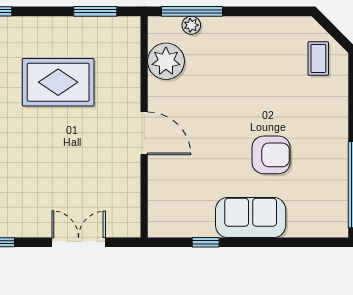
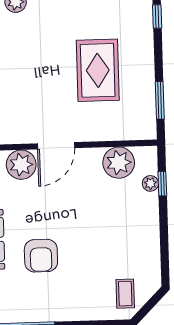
window: (192, 11) -> (162, 184), width x0.46
coffee table: (318, 58) -> (125, 294), turned 90
plant: (165, 175) -> (21, 165), added

